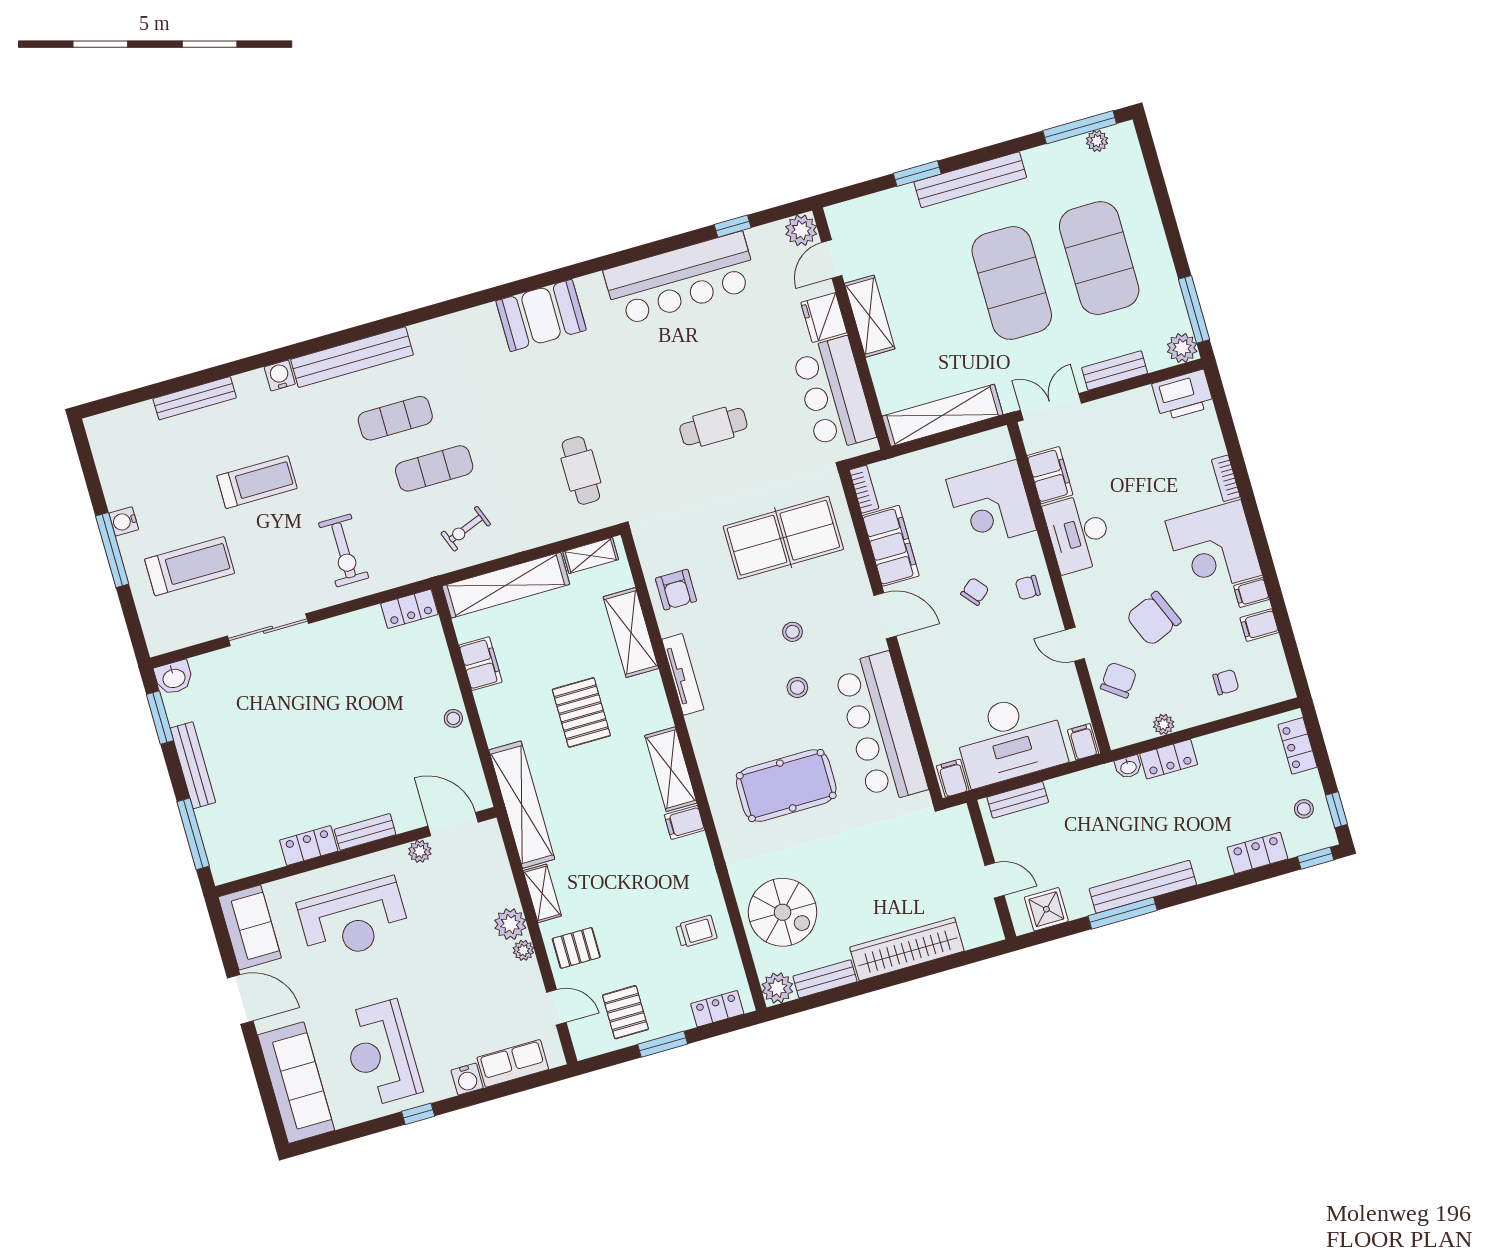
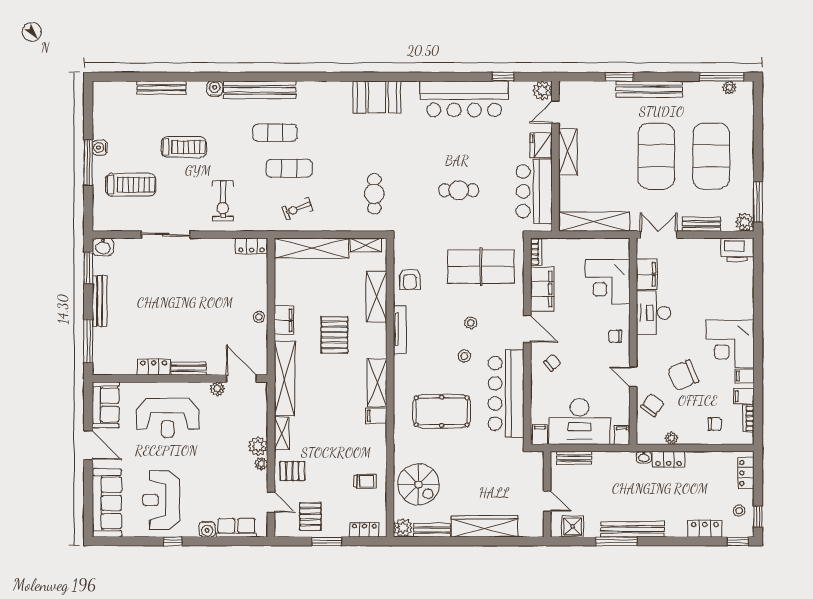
bookcase: (1226, 478) -> (748, 419), moved
chair: (975, 591) -> (552, 363), moved
filing cabinet: (481, 664) -> (284, 320), moved

